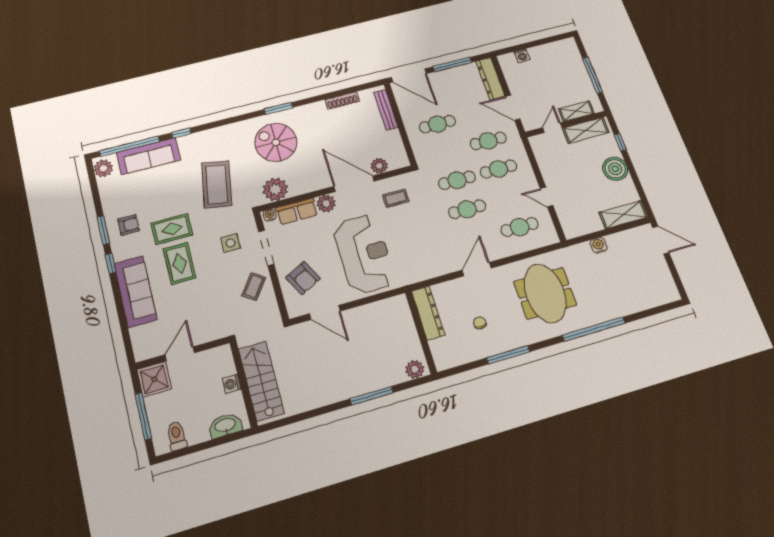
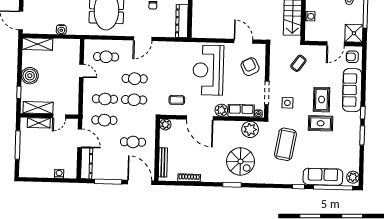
plant: (379, 166) -> (165, 125), moved
armchair: (129, 225) -> (352, 57), moved
coffee table: (254, 287) -> (298, 63), moved

